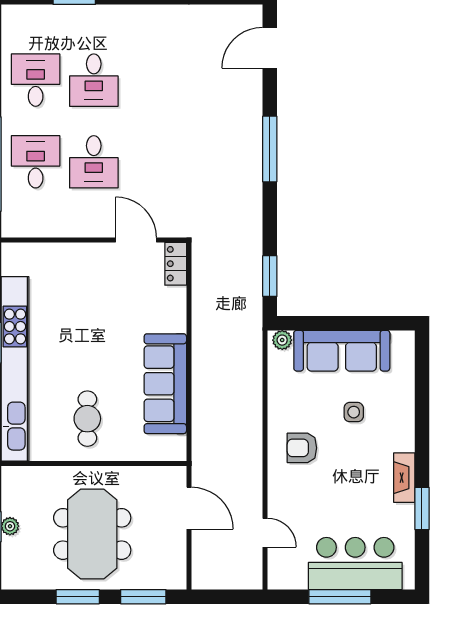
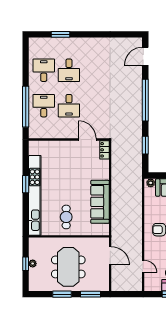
window: (270, 149) -> (145, 100), width x1.46
window: (270, 276) -> (145, 145), moved

